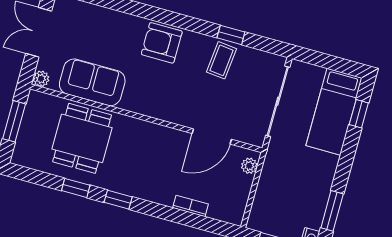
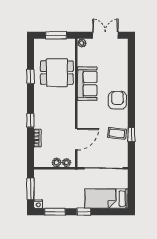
sofa: (92, 82) -> (87, 84), moved
window: (359, 114) -> (84, 212), moved
door: (212, 136) -> (76, 139), swing flipped
plant: (244, 183) -> (57, 162), added
window: (118, 200) -> (30, 120), moved

